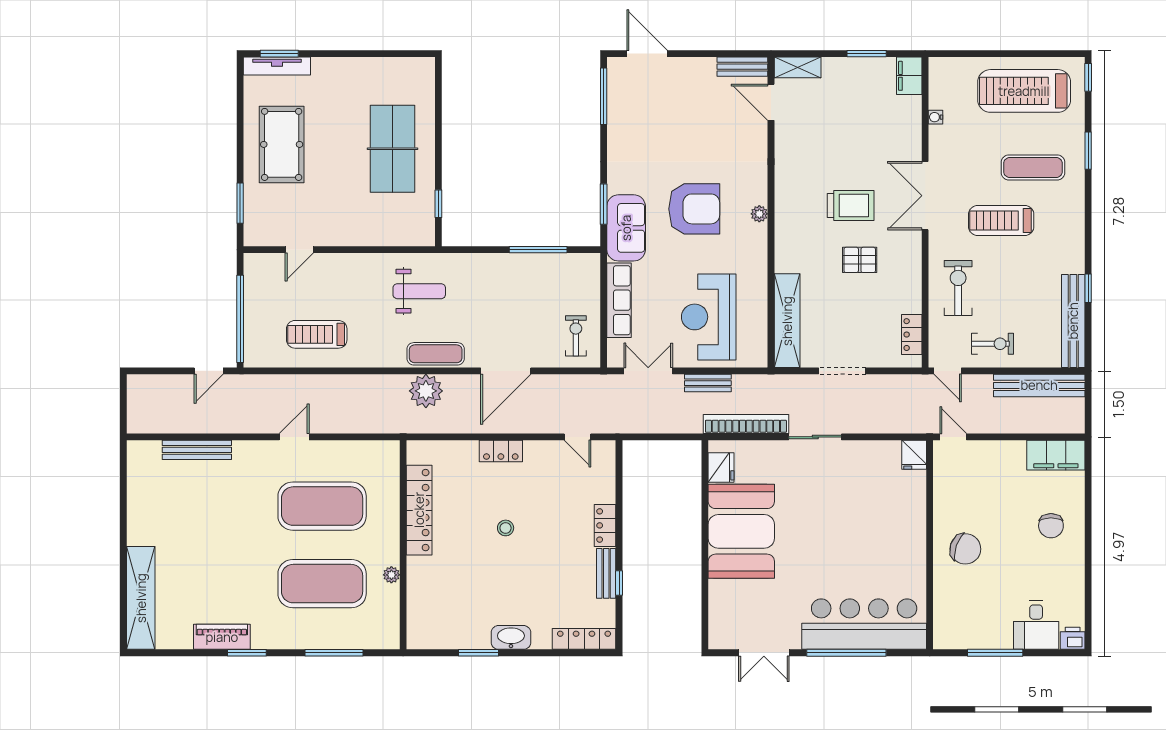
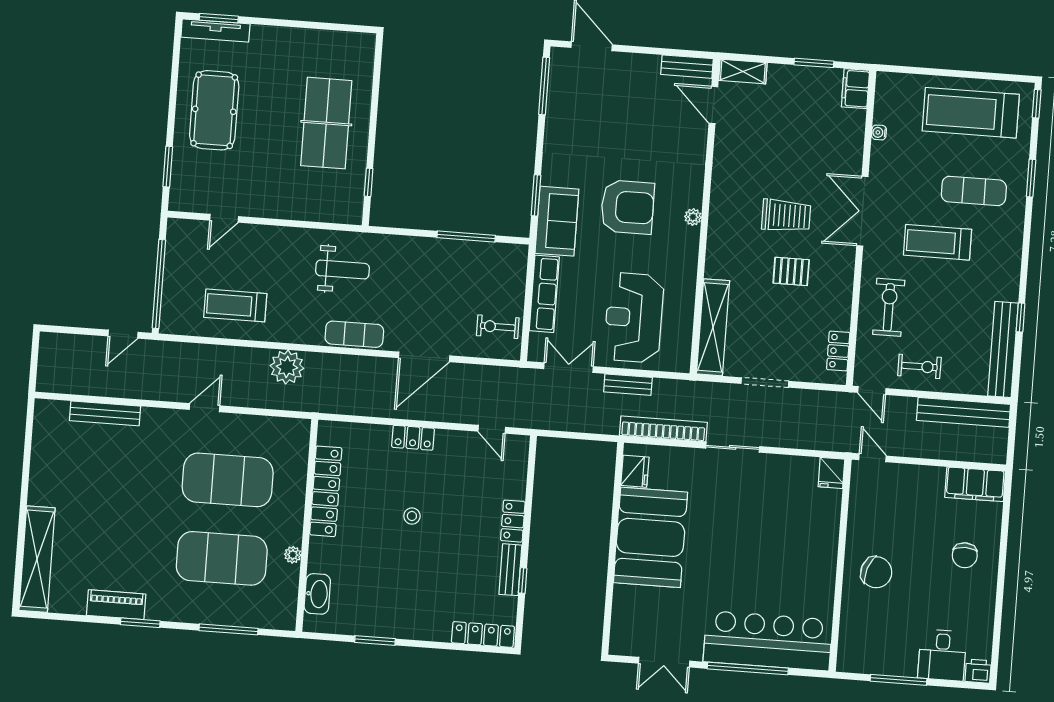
exercise bike: (576, 336) -> (498, 327), turned -90
plant: (426, 391) -> (287, 367), moved
washbasin: (511, 637) -> (317, 594), moved, turned 90

